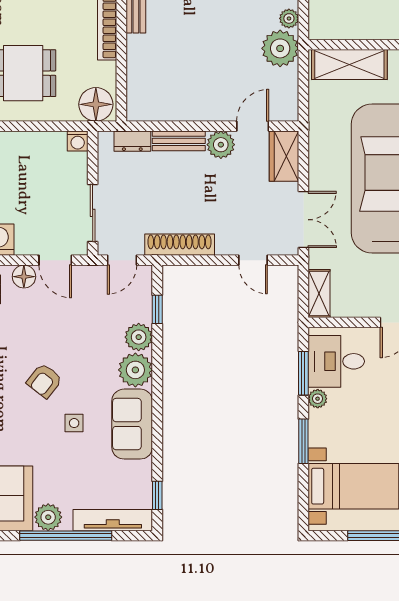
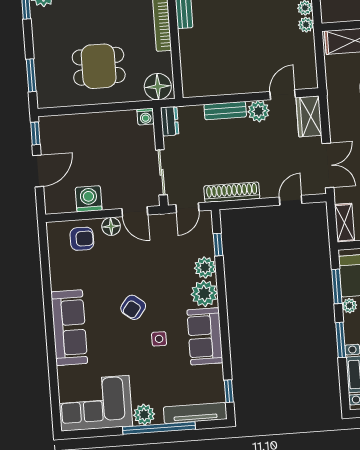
plant: (280, 48) -> (306, 25), width x0.53, depth x0.53
dresser: (132, 141) -> (170, 121), moved, turned -90
door: (253, 260) -> (291, 200), swing flipped

